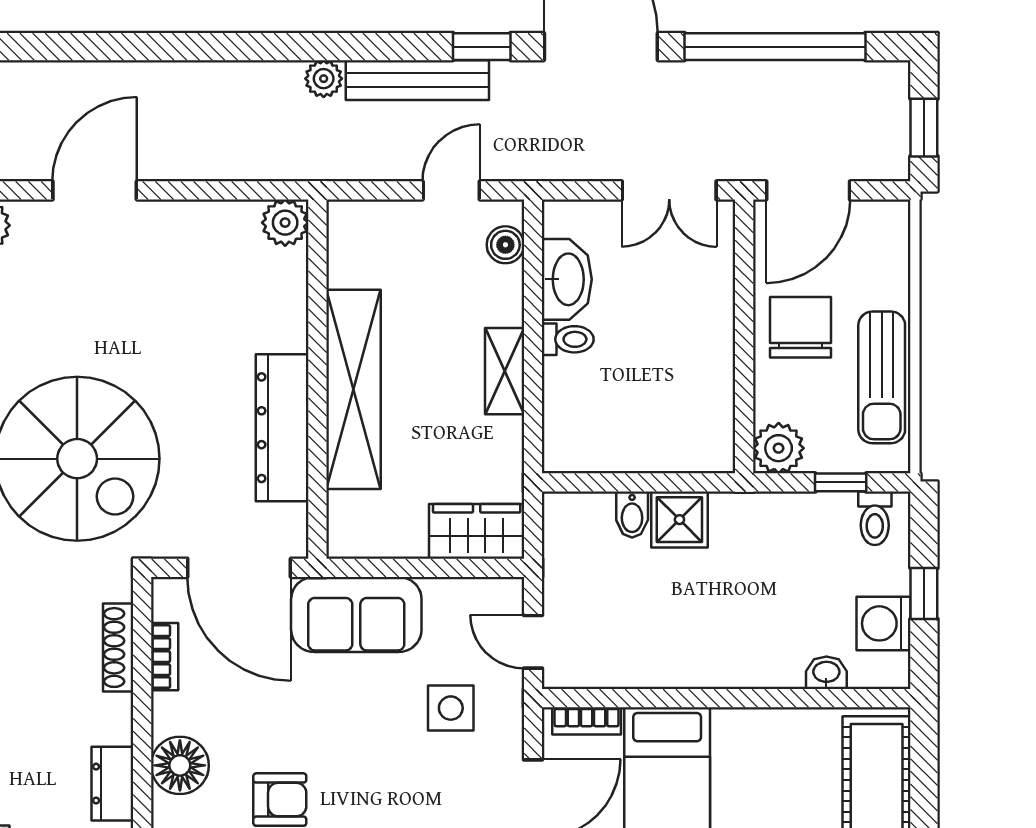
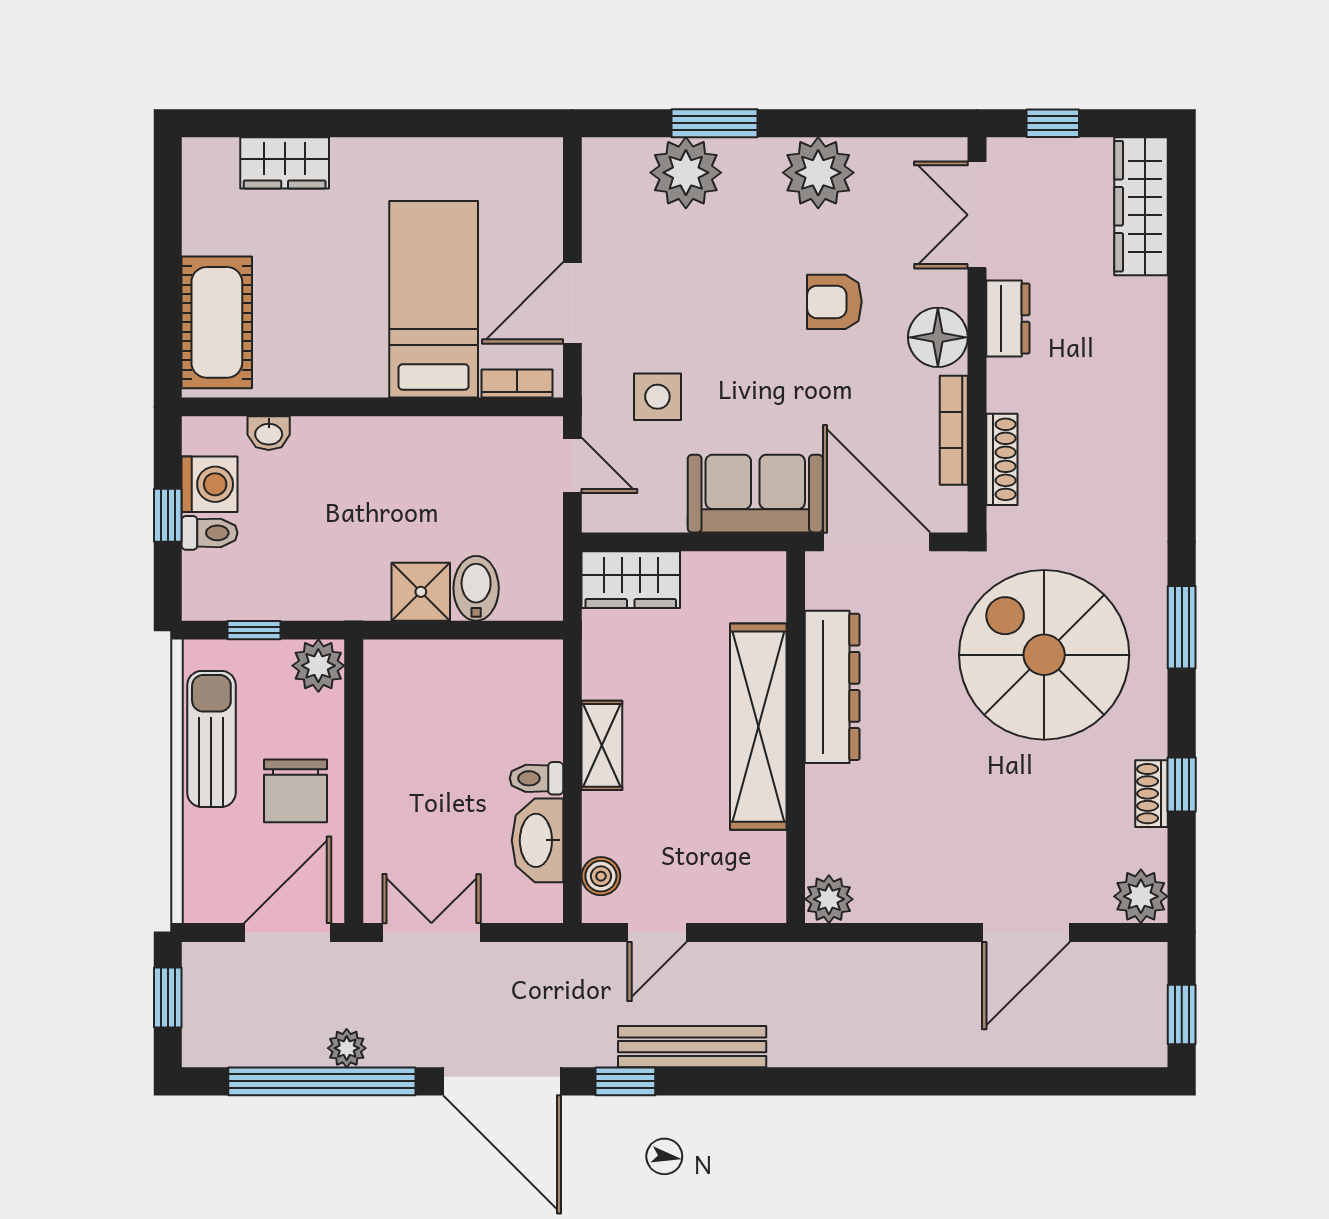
plant: (324, 79) -> (347, 1048), moved
bidet: (632, 515) -> (476, 588), width x1.38, depth x1.36
toilet: (875, 518) -> (210, 533), moved, turned 90
bookcase: (165, 657) -> (954, 430), width x1.56

